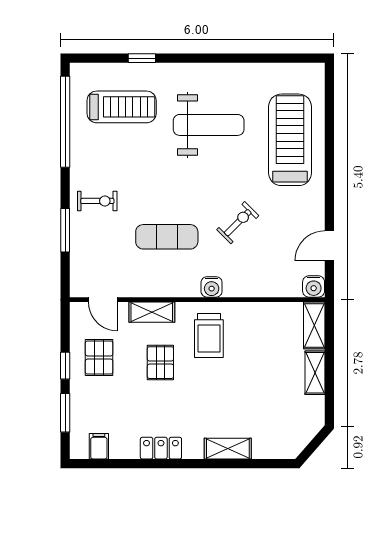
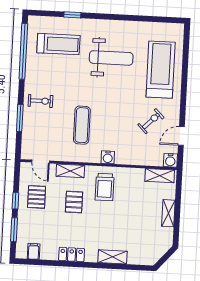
exercise bike: (238, 223) -> (151, 121), moved
exercise mat: (167, 237) -> (82, 125), turned 90
shelving: (314, 325) -> (160, 176), moved, turned 90

